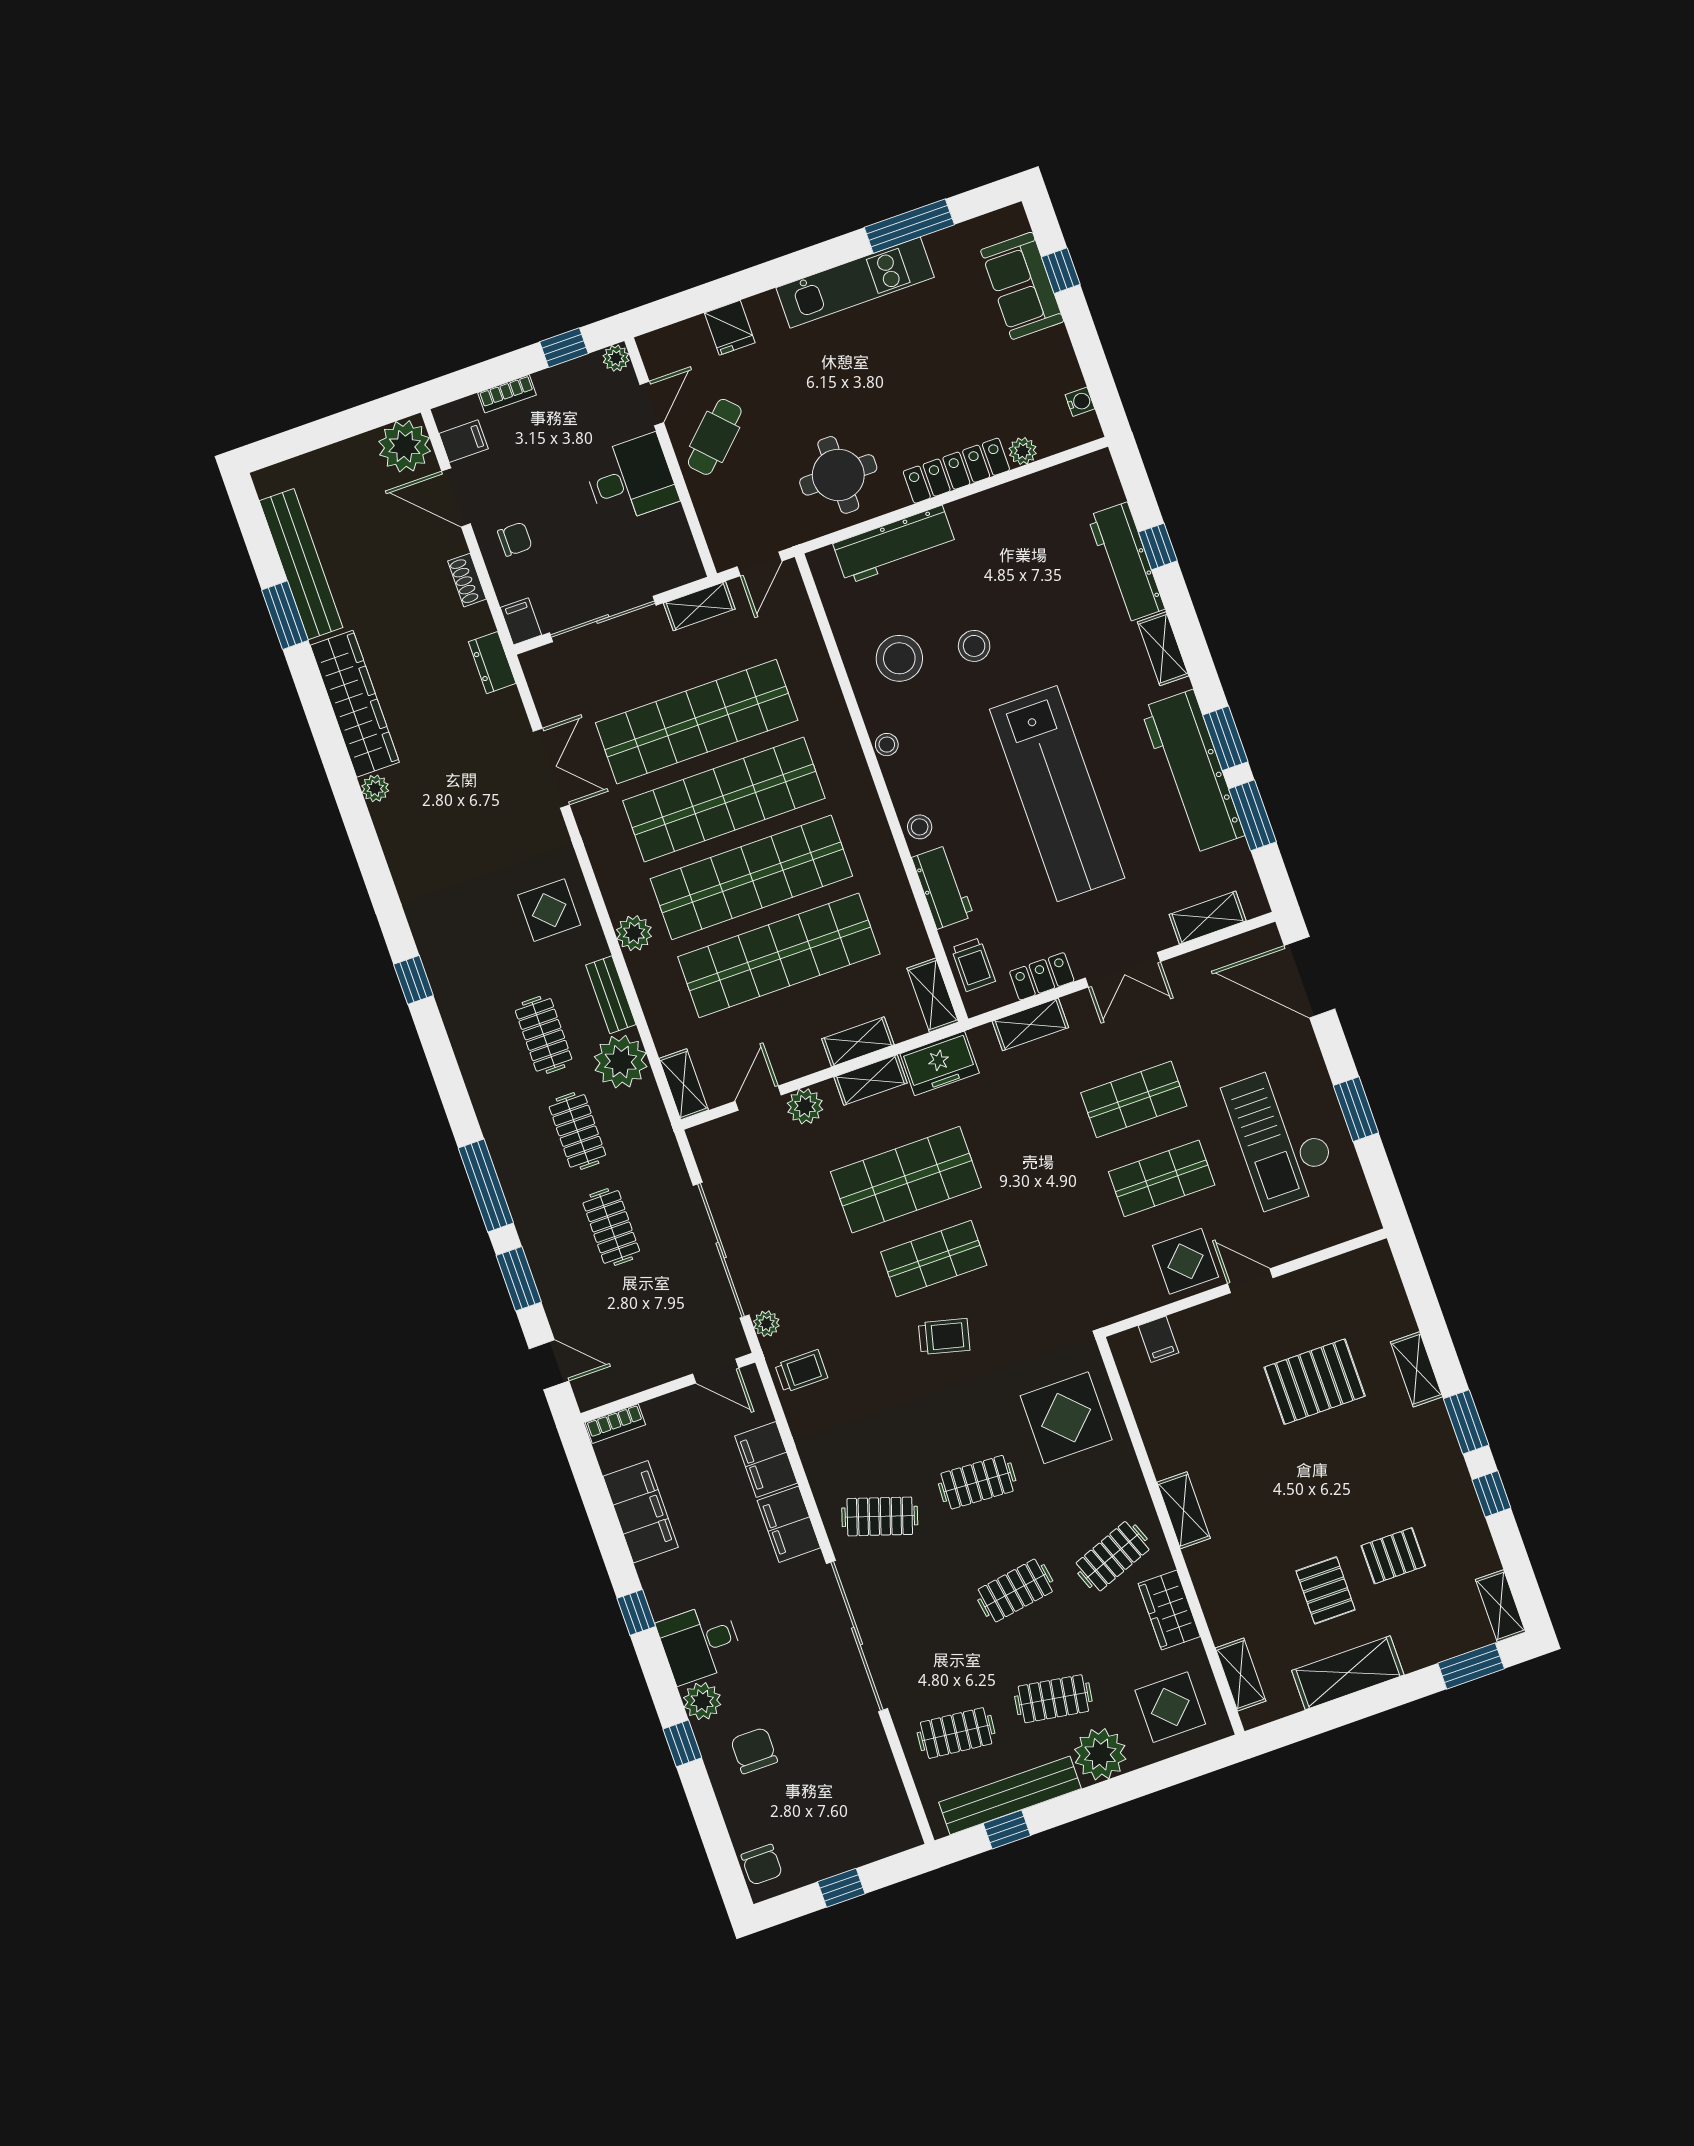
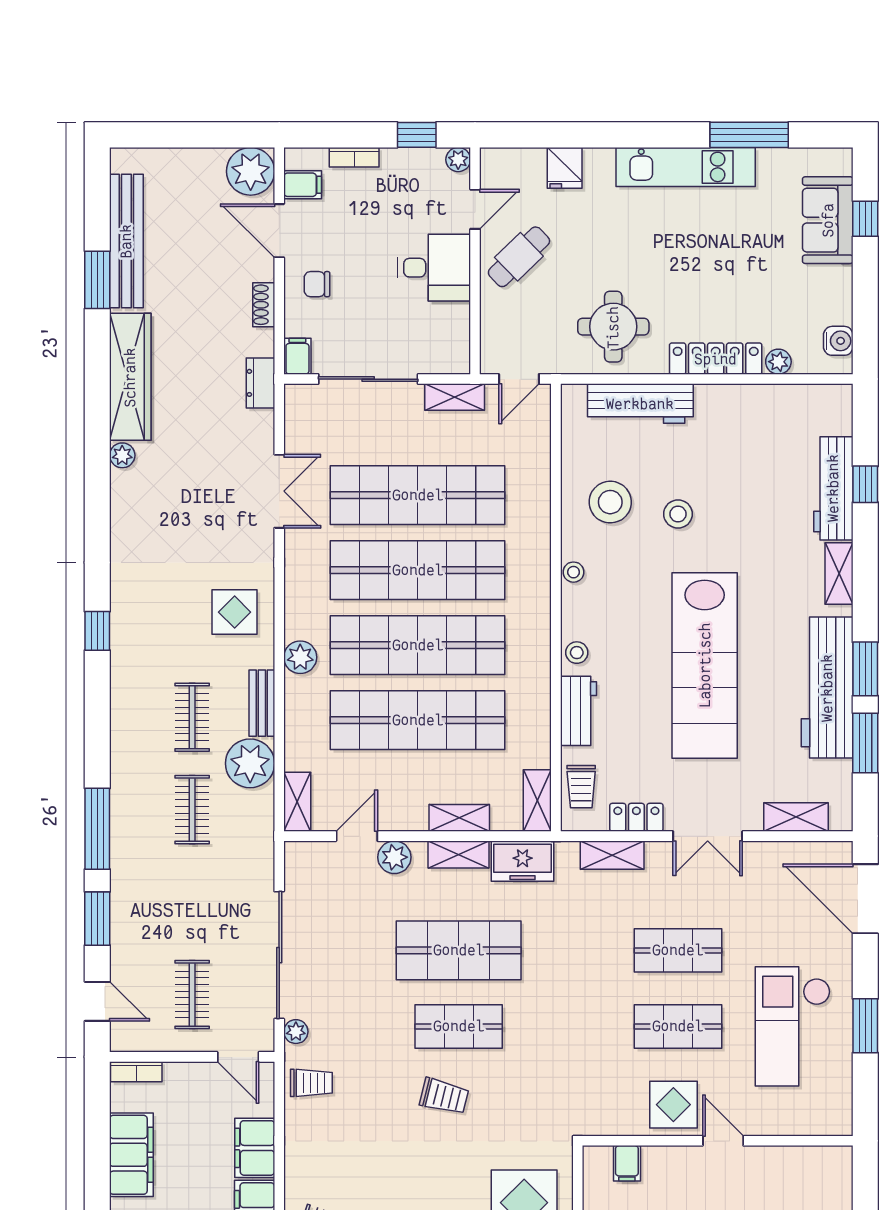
water cooler: (1080, 402) -> (838, 341), width x1.38, depth x1.38
chair: (515, 539) -> (317, 284), turned 180
clothes rail: (611, 1227) -> (192, 995), moved

